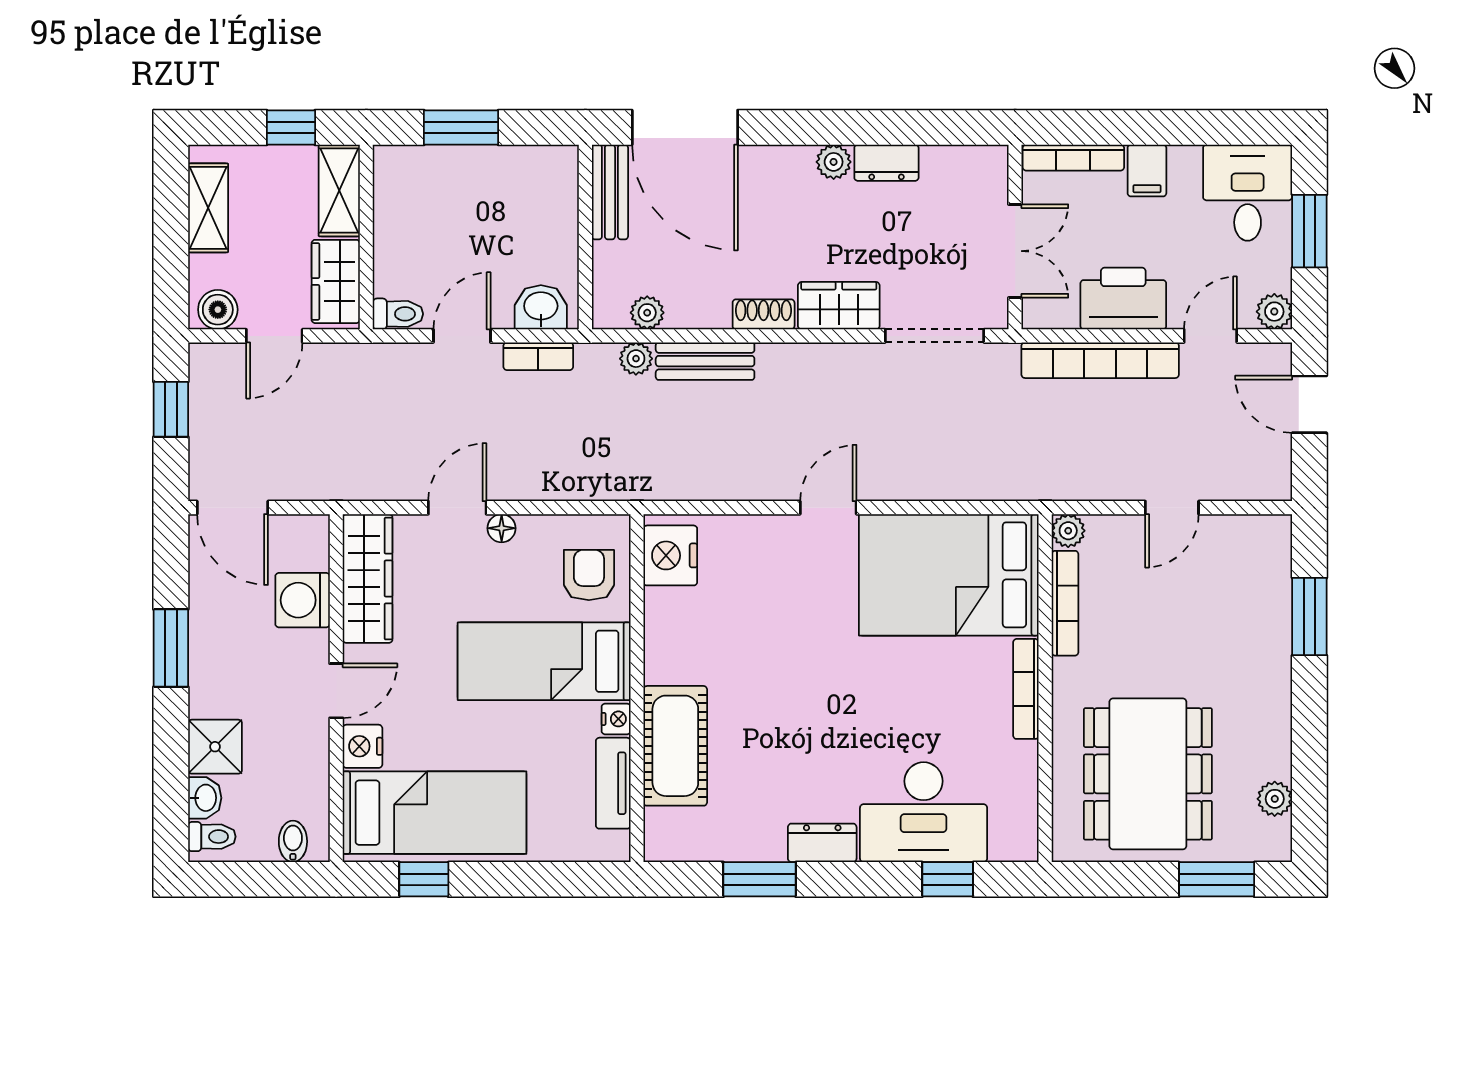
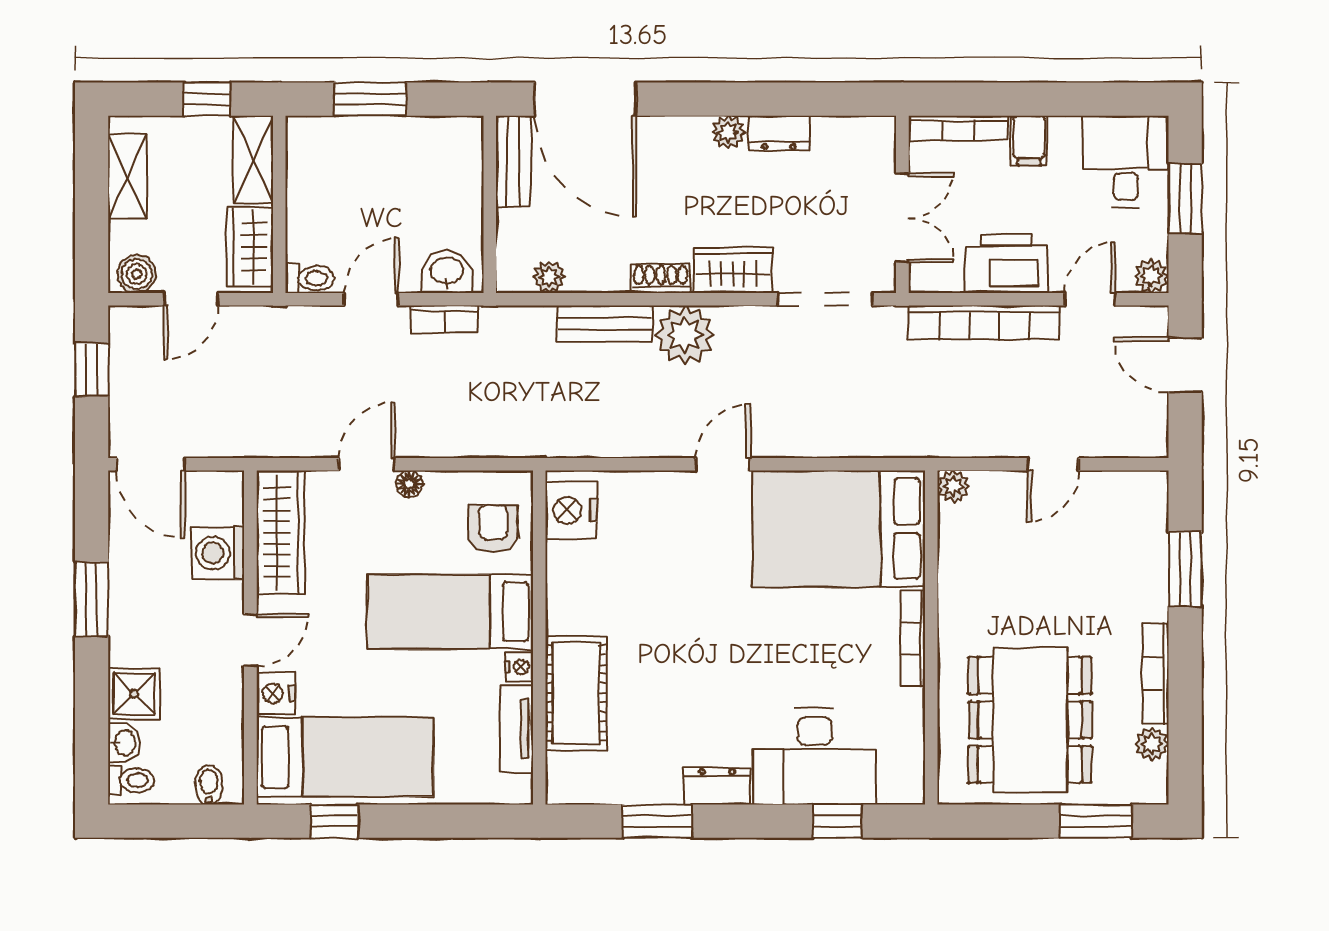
plant: (636, 359) -> (685, 335), moved, width x1.87, depth x1.87
bookcase: (1065, 603) -> (1156, 673), moved, turned 180

